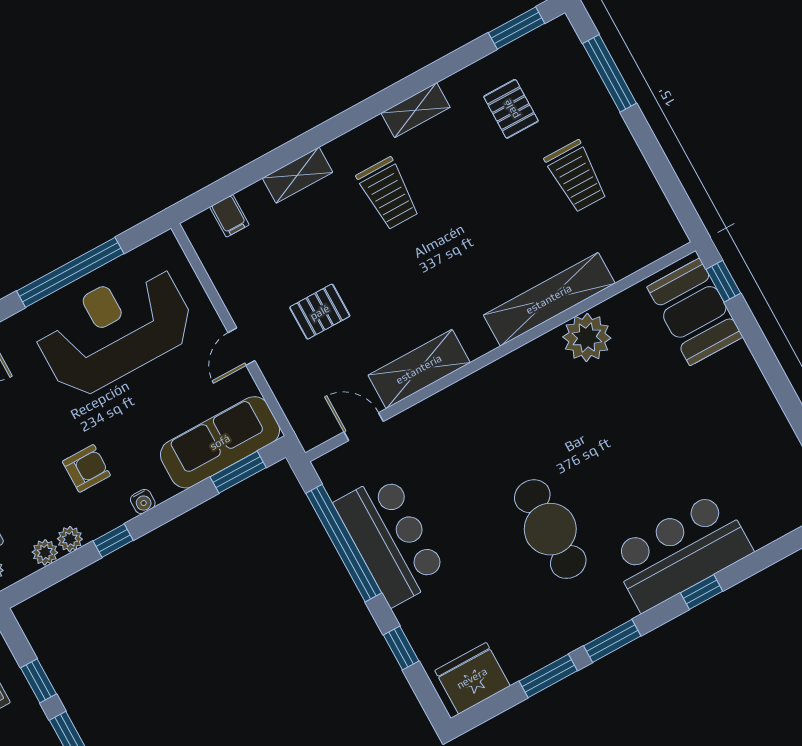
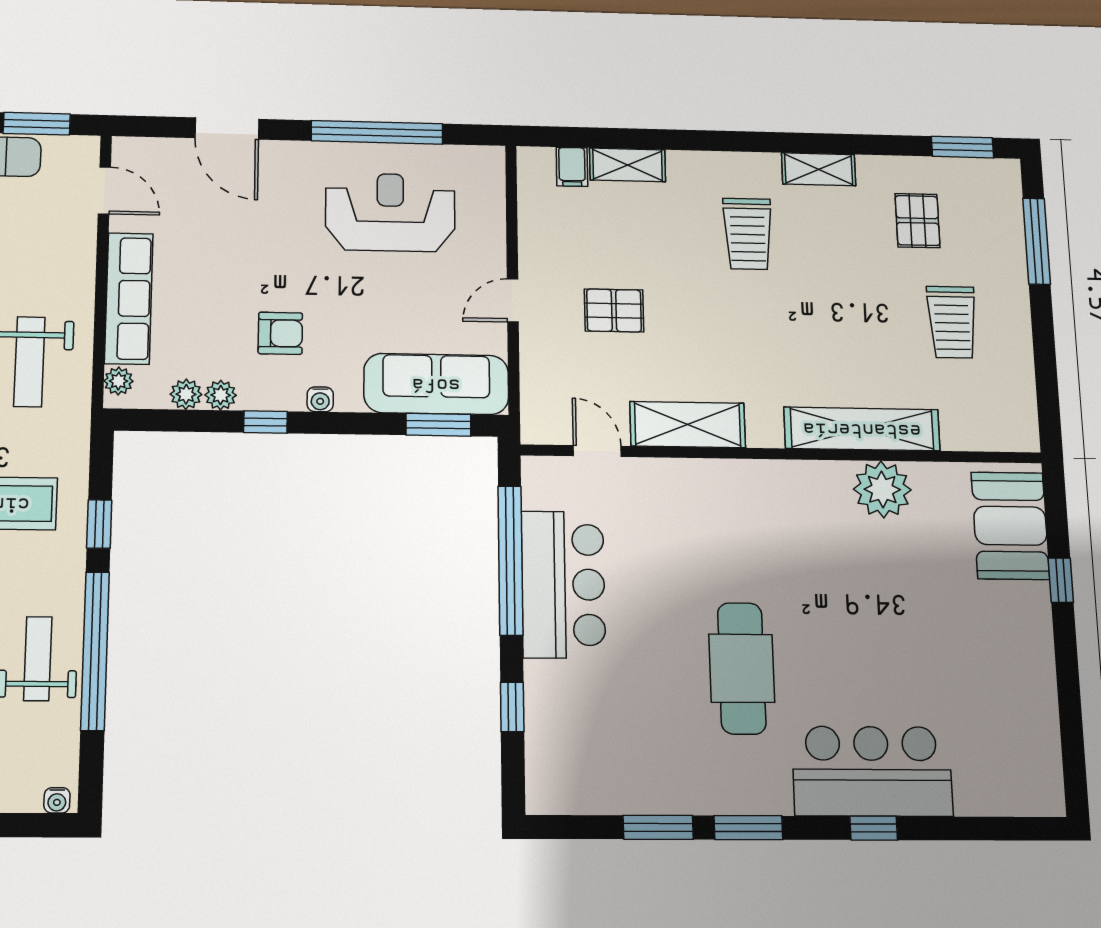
shelving: (298, 175) -> (628, 165), moved
window: (723, 281) -> (1061, 580), moved
reception desk: (115, 330) -> (390, 212), width x0.74, depth x0.77
fridge: (472, 678) -> (573, 783), removed

